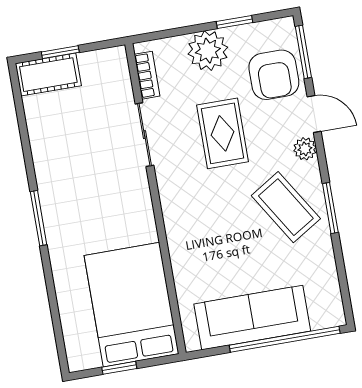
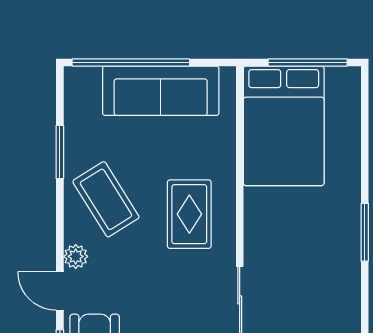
rug: (222, 133) -> (189, 214), moved
window: (330, 208) -> (60, 152), moved
window: (119, 368) -> (308, 62), width x2.17

